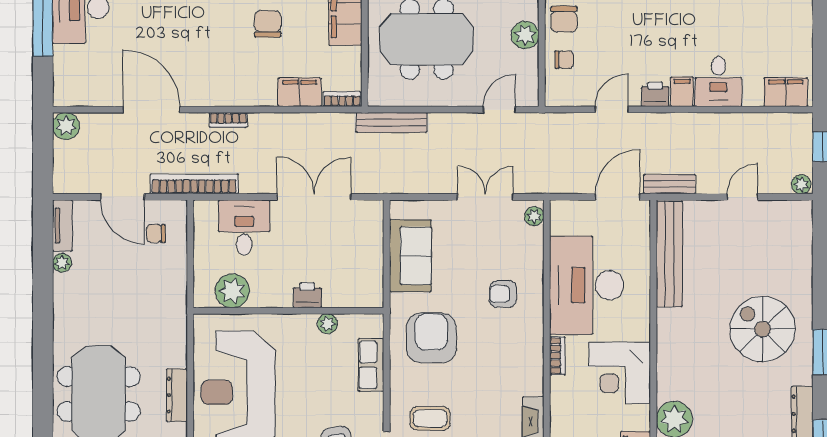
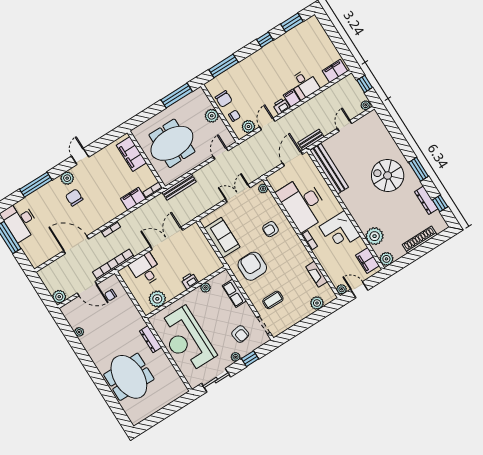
chair: (268, 24) -> (74, 198), moved
plant: (576, 94) -> (248, 127), added
plant: (66, 126) -> (59, 297), moved
tv unit: (62, 226) -> (70, 316), removed
dresser: (177, 395) -> (151, 339), moved

